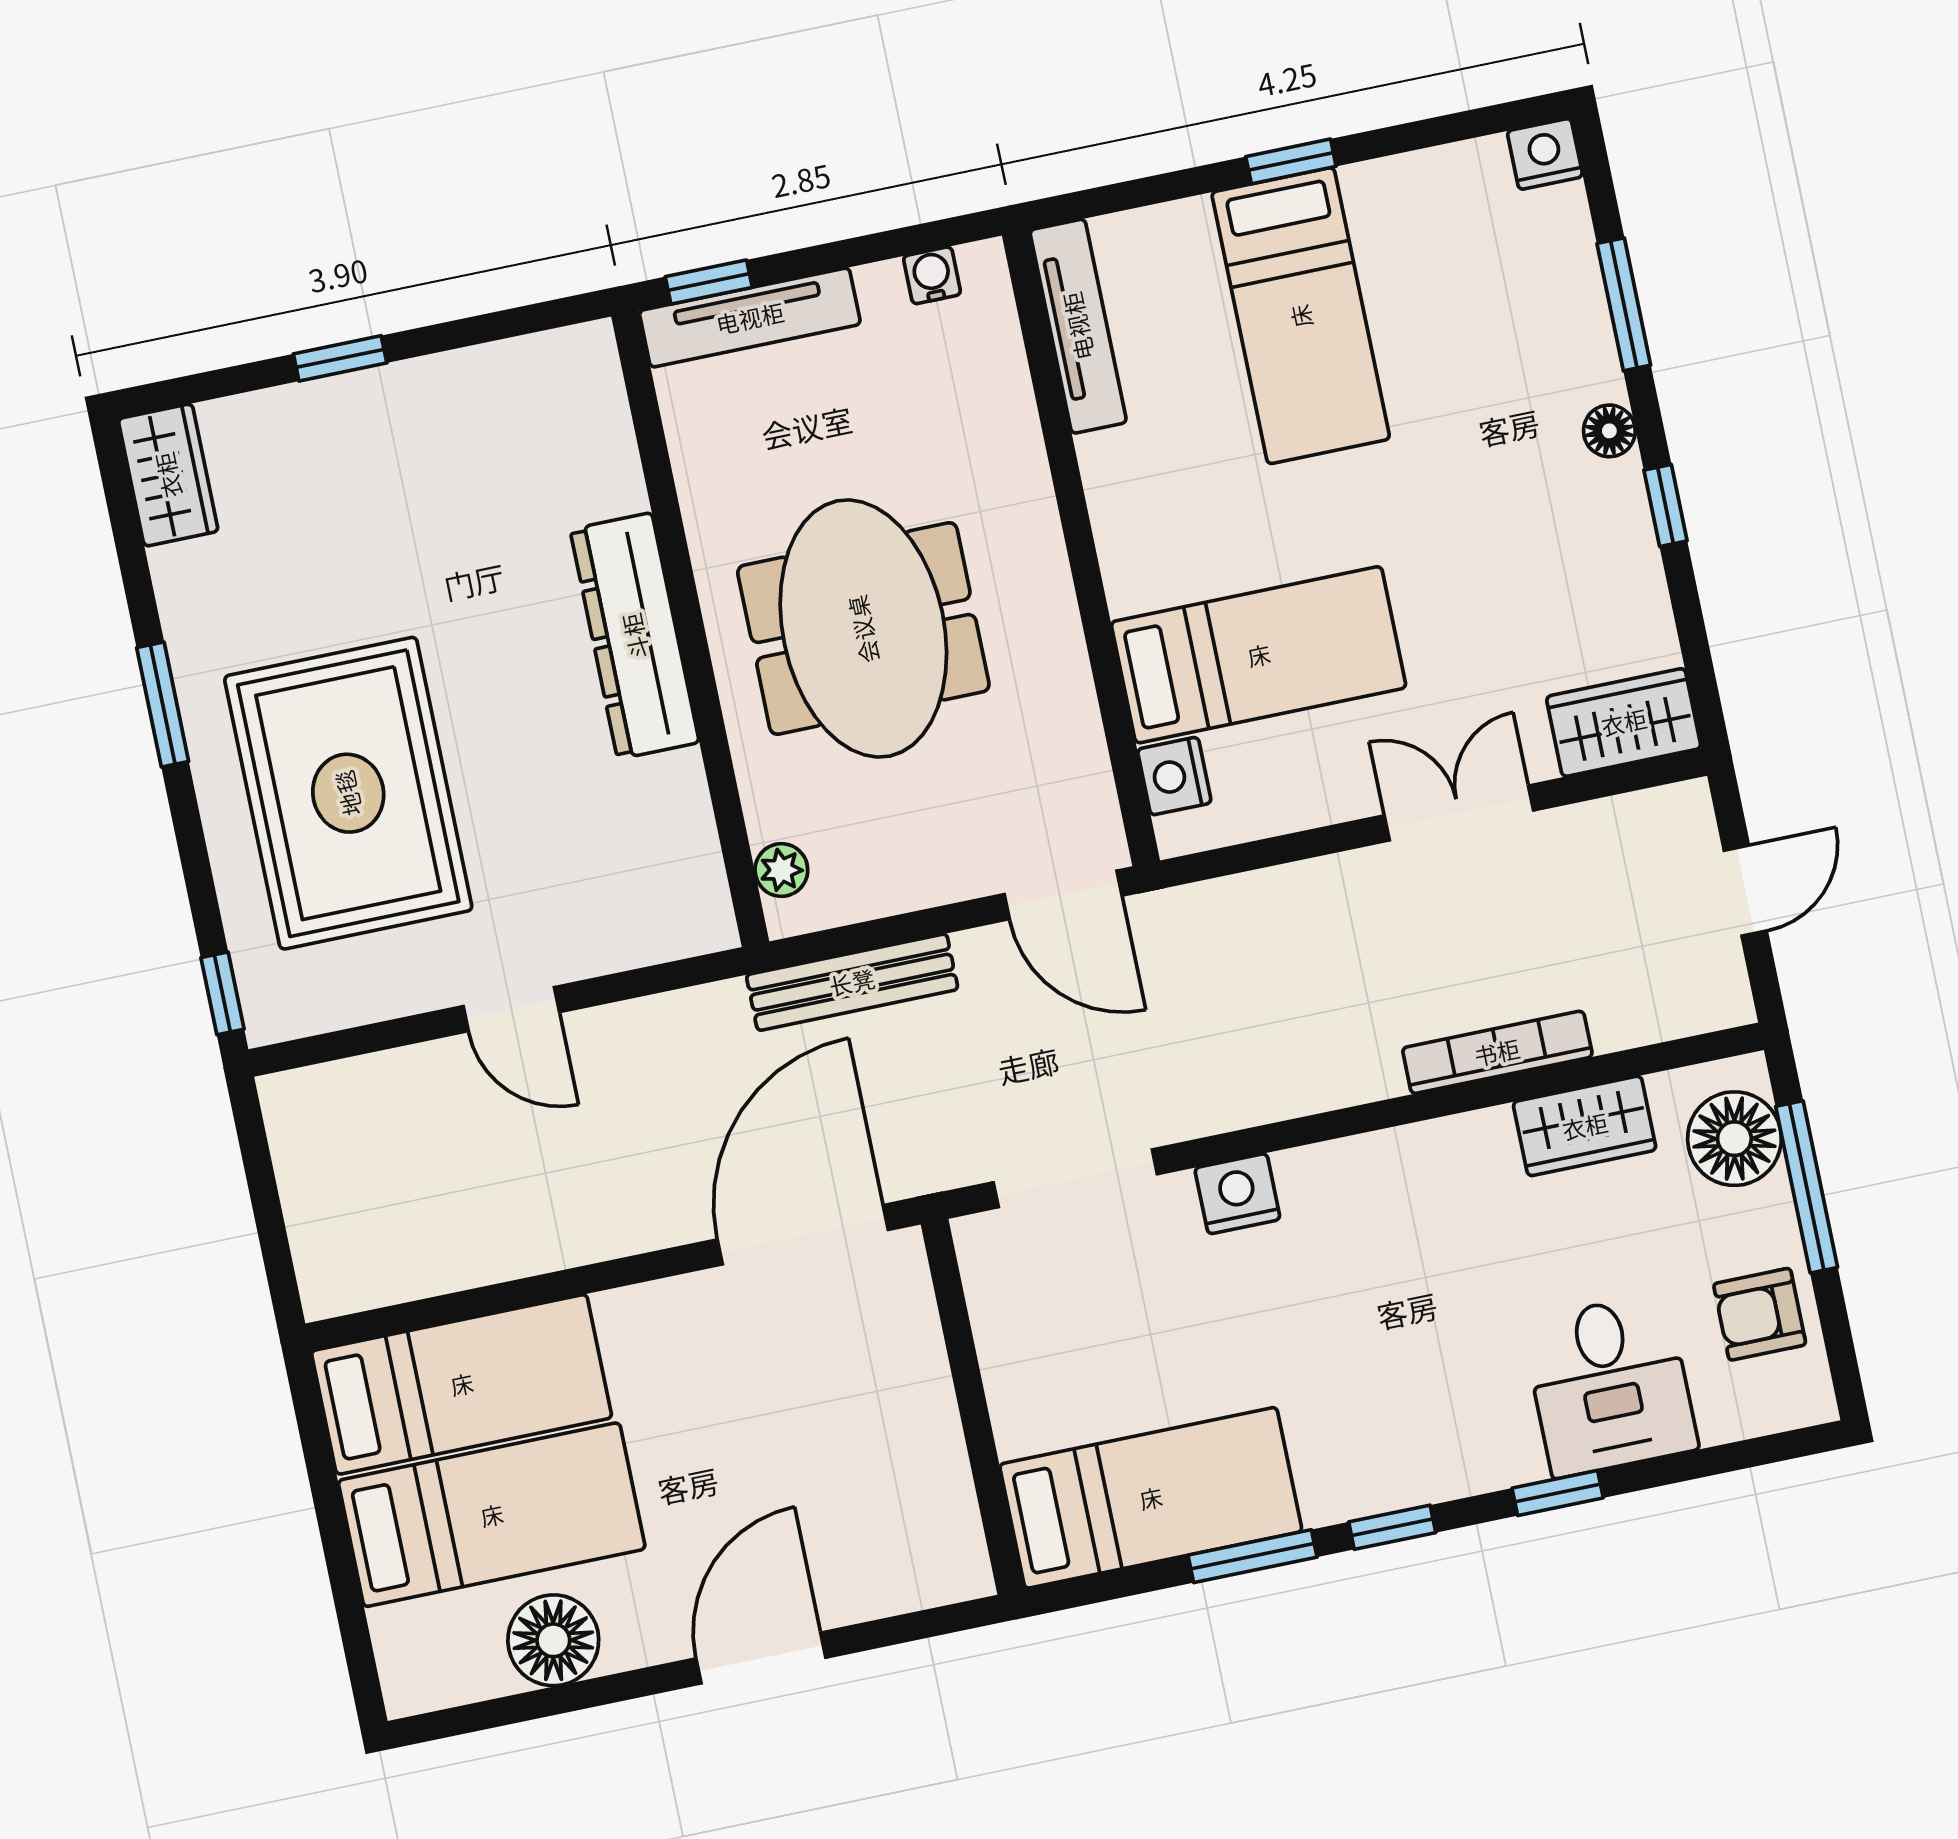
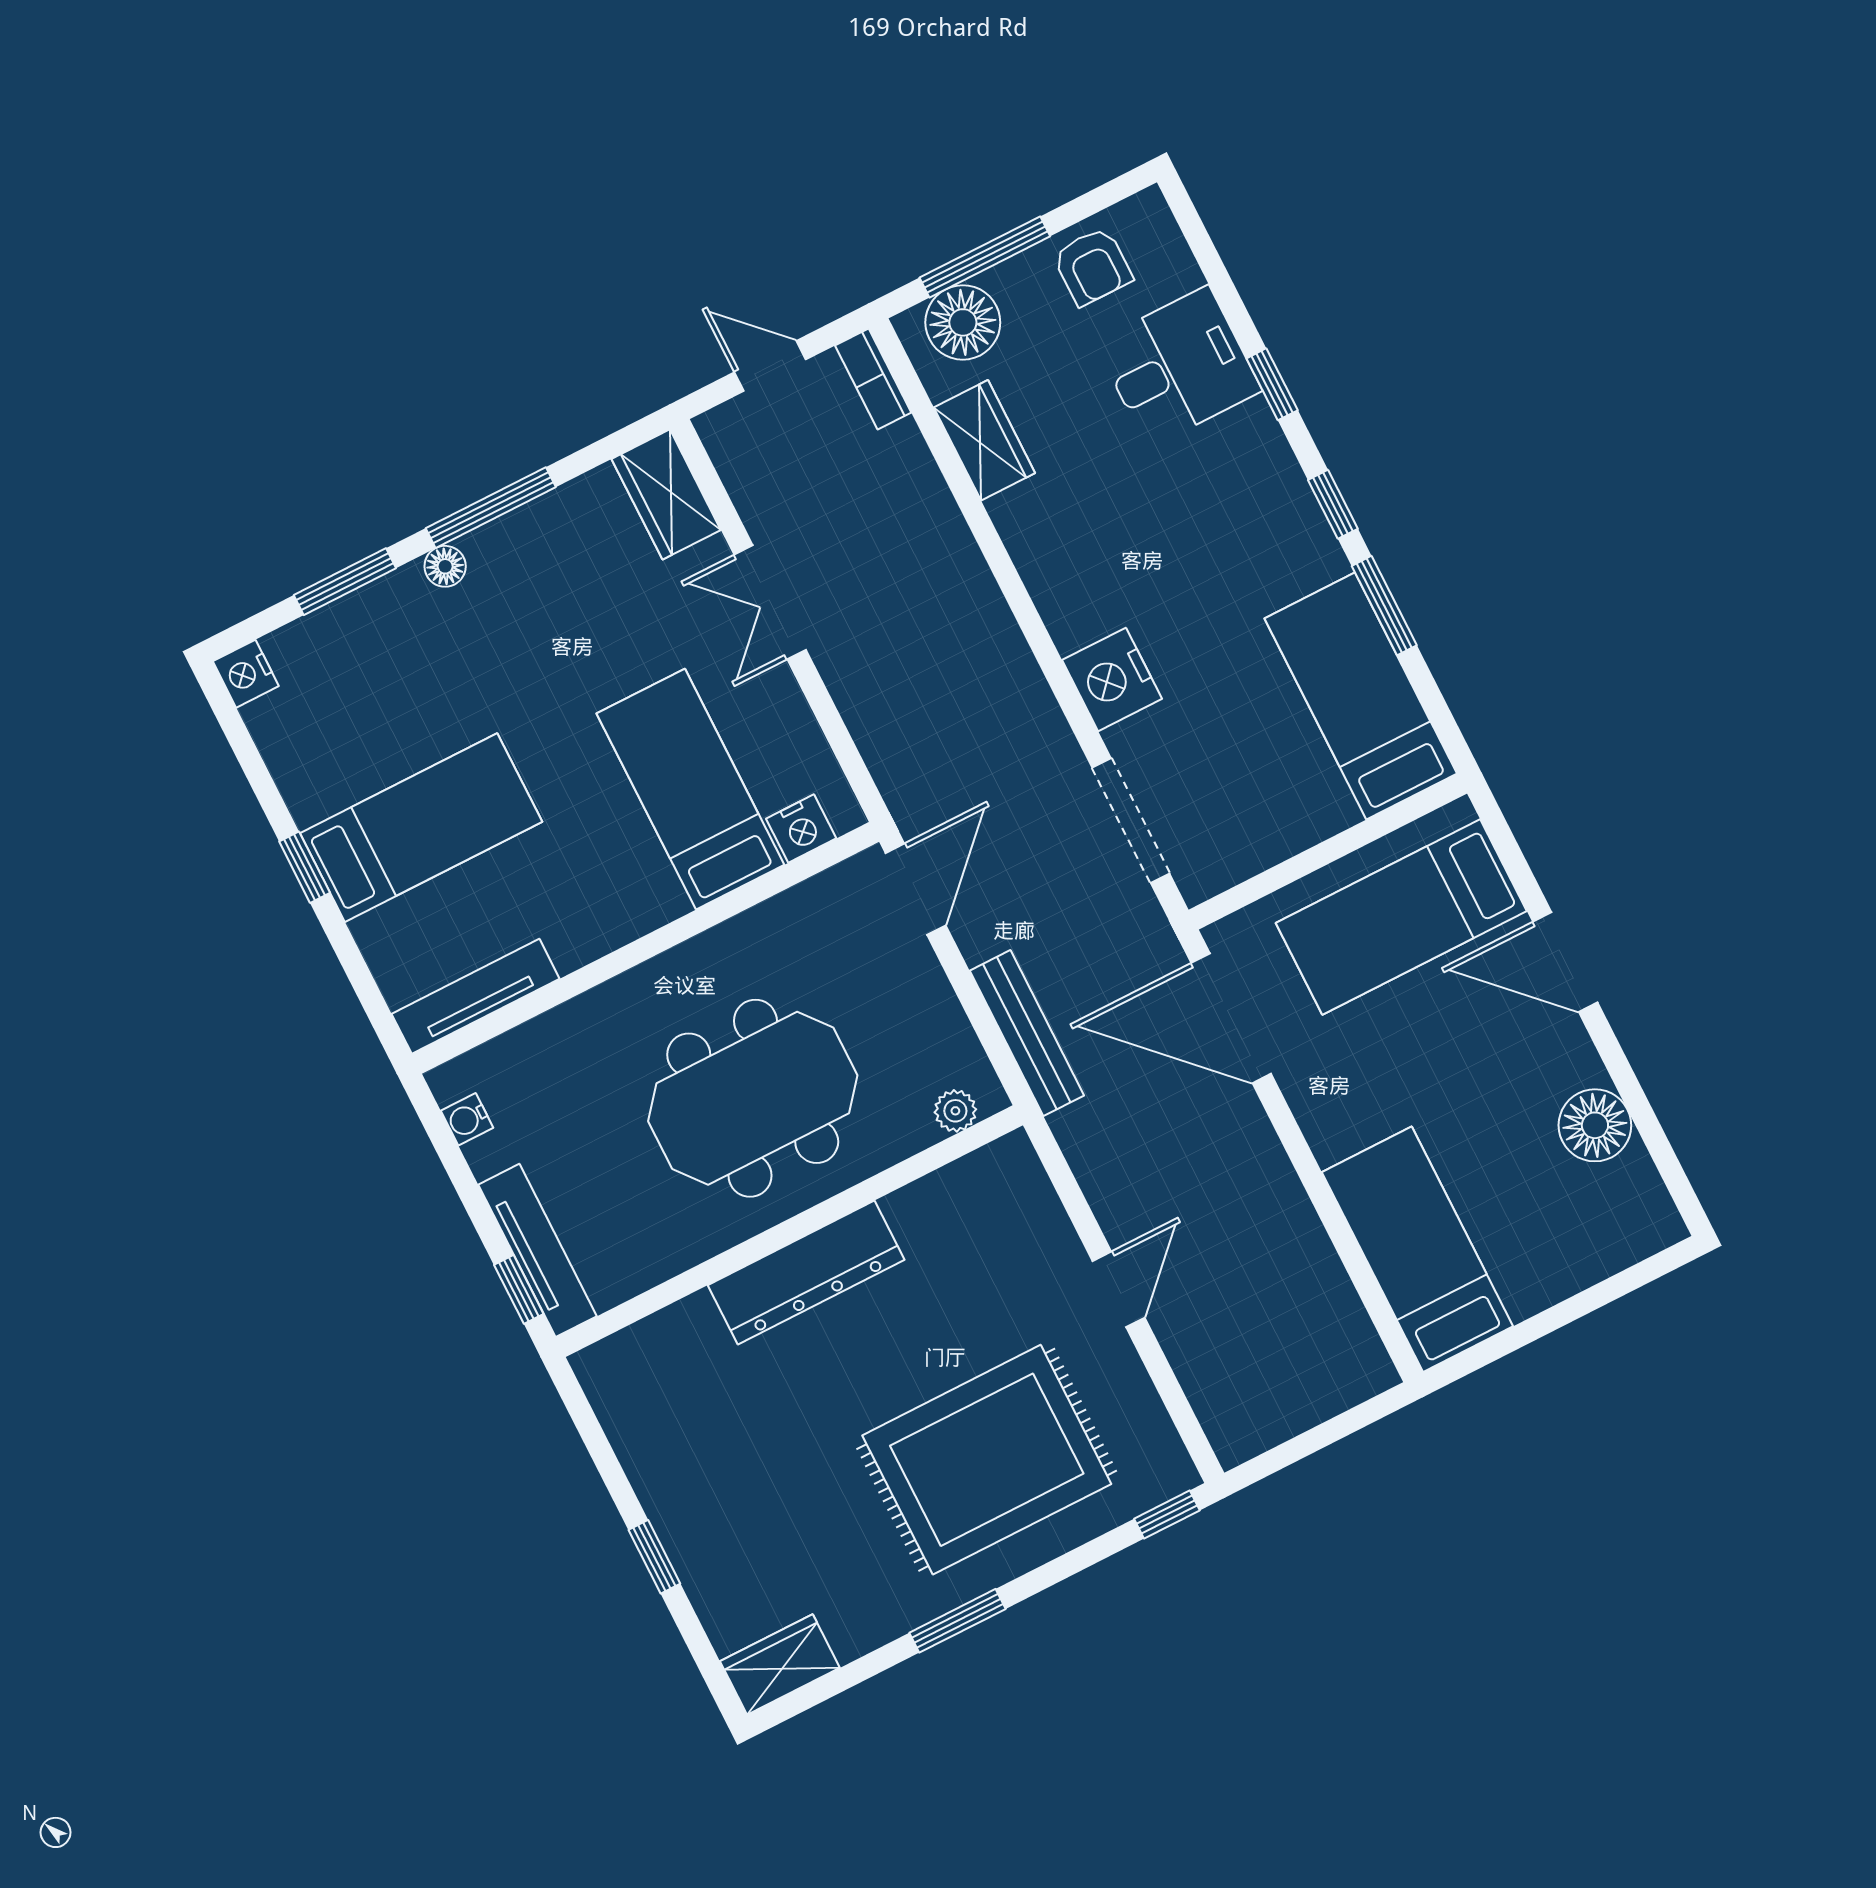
window: (1665, 506) -> (491, 508), width x2.17
bookcase: (1497, 1052) -> (873, 379), moved, width x0.64
nightstand: (1237, 1194) -> (1112, 679), width x1.36, depth x1.33
bed: (492, 1515) -> (1401, 917), moved, turned -90

